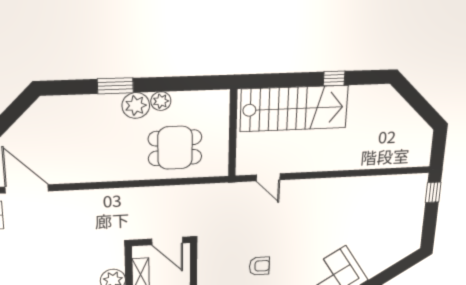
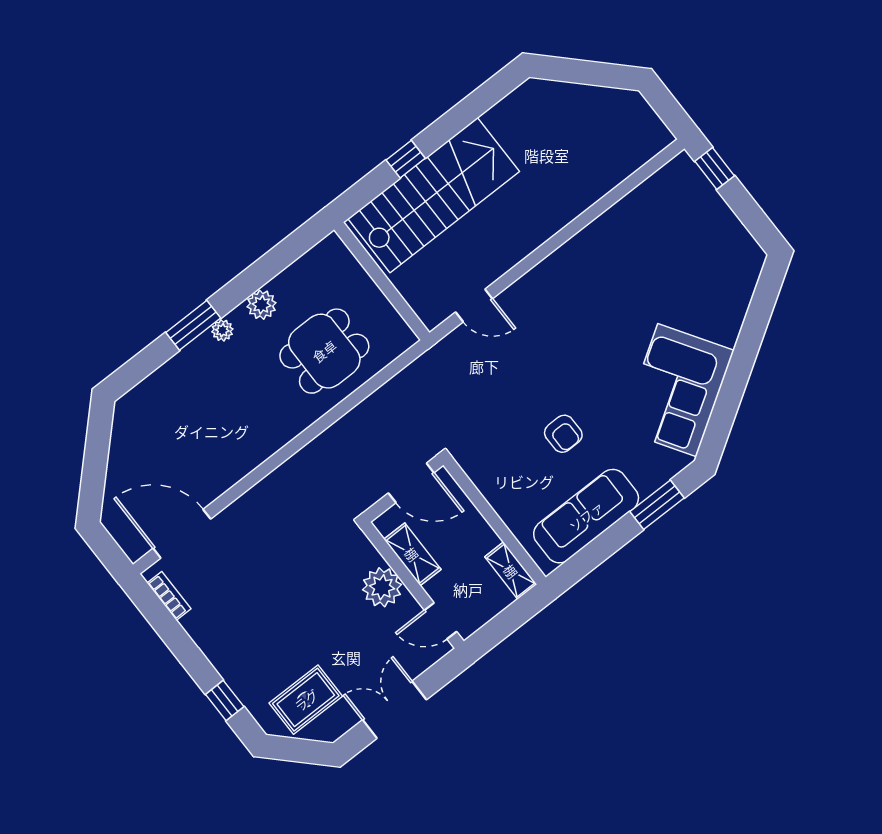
window: (334, 78) -> (406, 159), moved
plant: (136, 106) -> (222, 330), width x0.53, depth x0.53
armchair: (259, 266) -> (563, 434), turned 90

